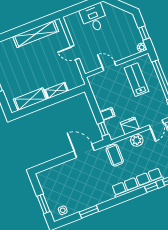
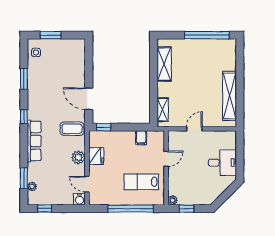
lab bench: (136, 80) -> (141, 182), turned 180
shelving: (56, 91) -> (163, 110), moved
filing cabinet: (107, 114) -> (141, 138), moved
door: (84, 151) -> (89, 99), swing flipped
row of seats: (137, 183) -> (34, 141), width x0.73
window: (151, 187) -> (24, 117), moved

